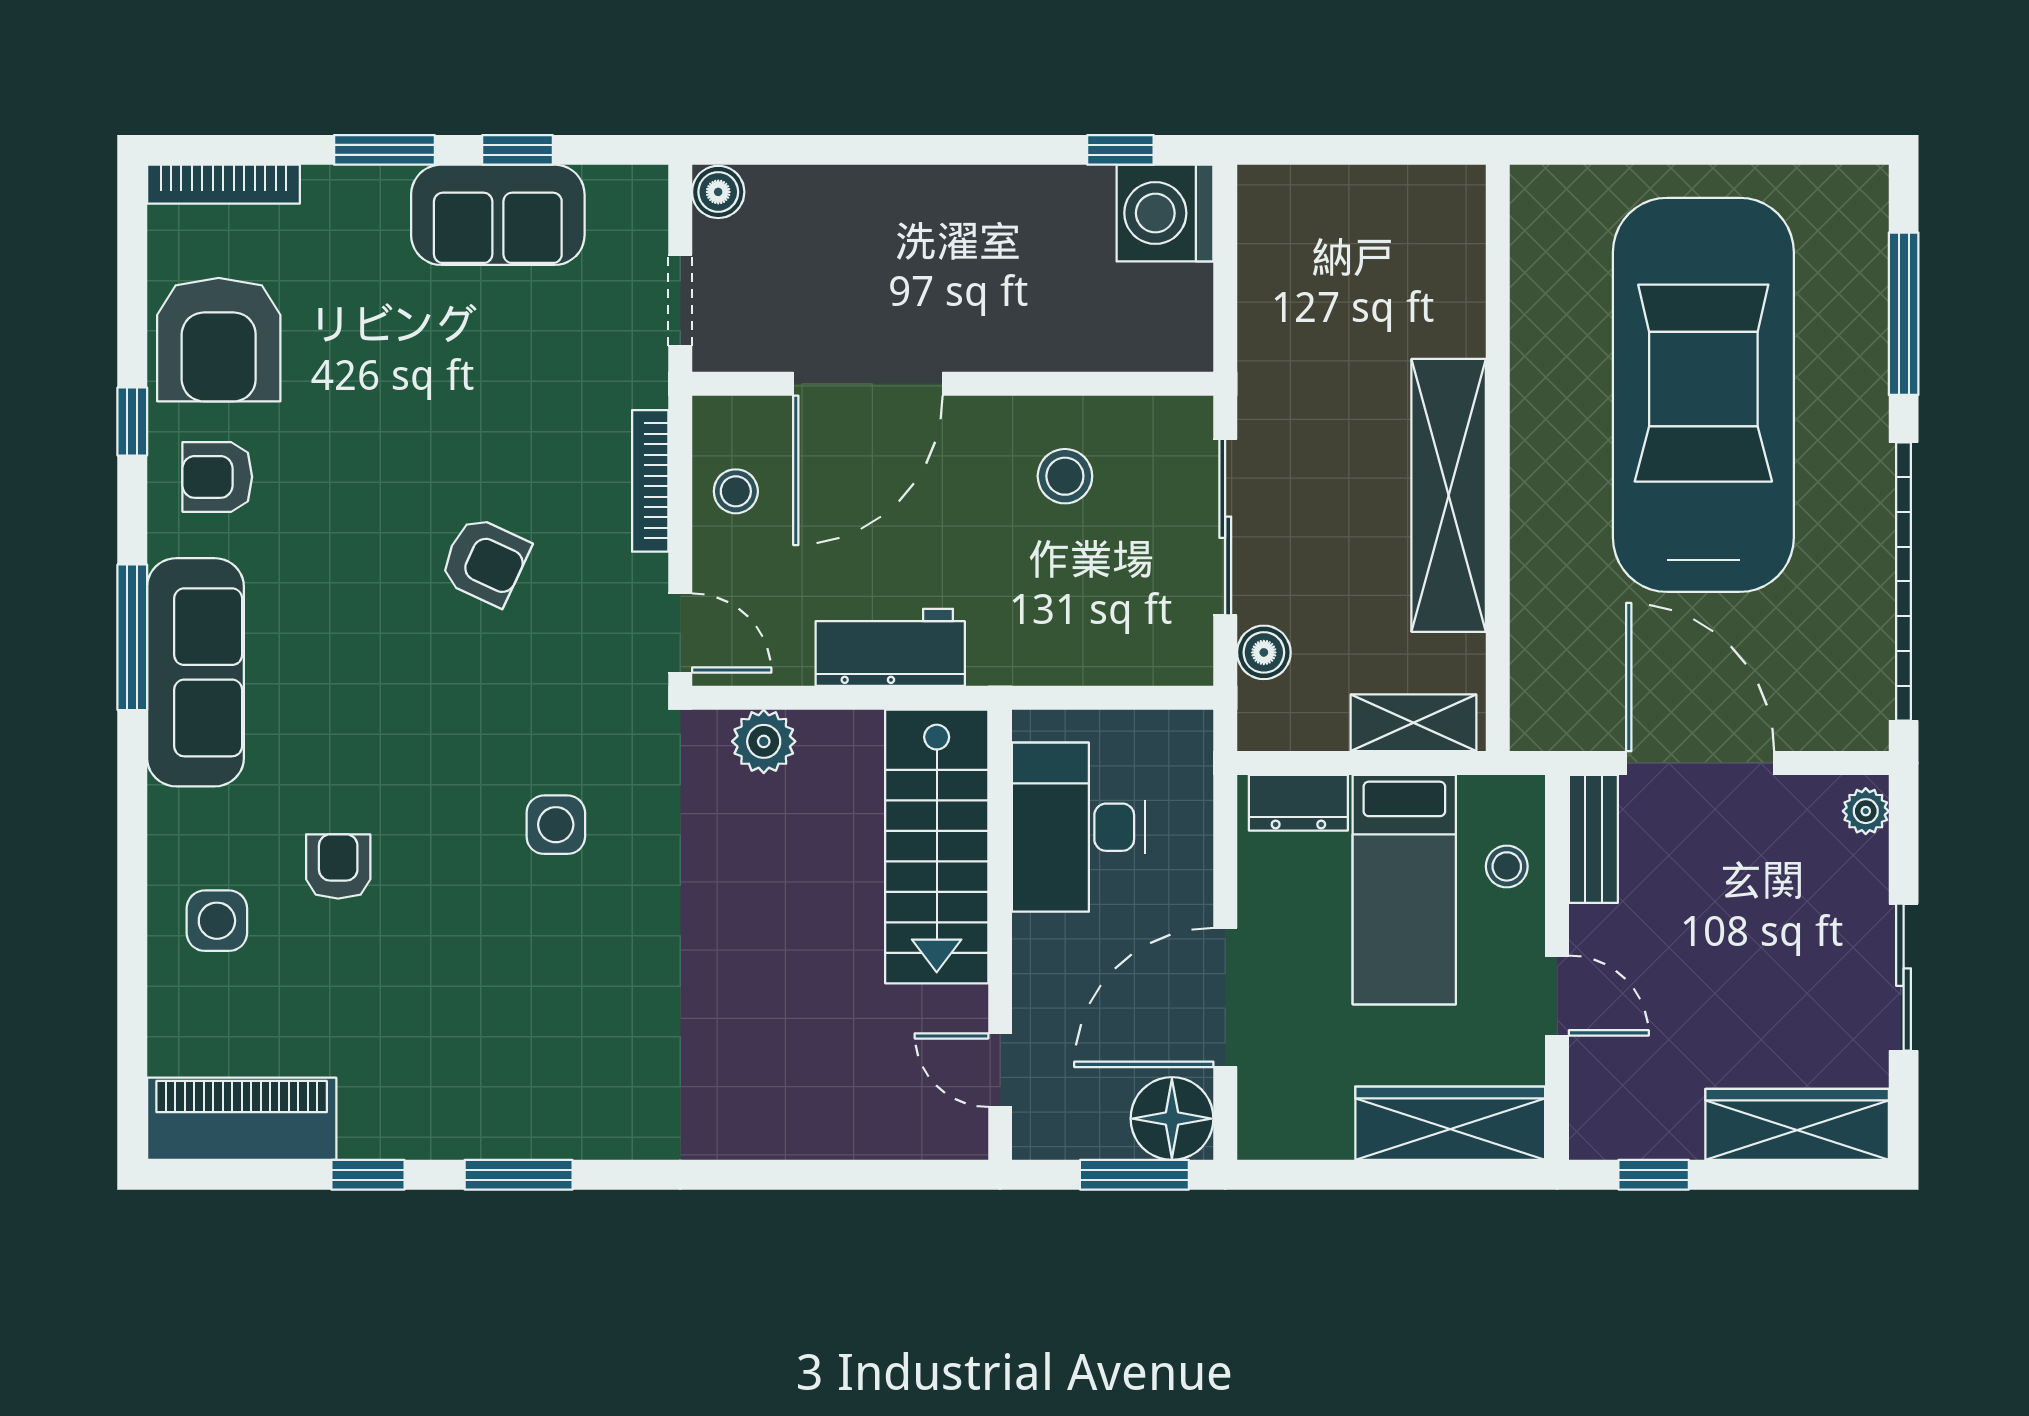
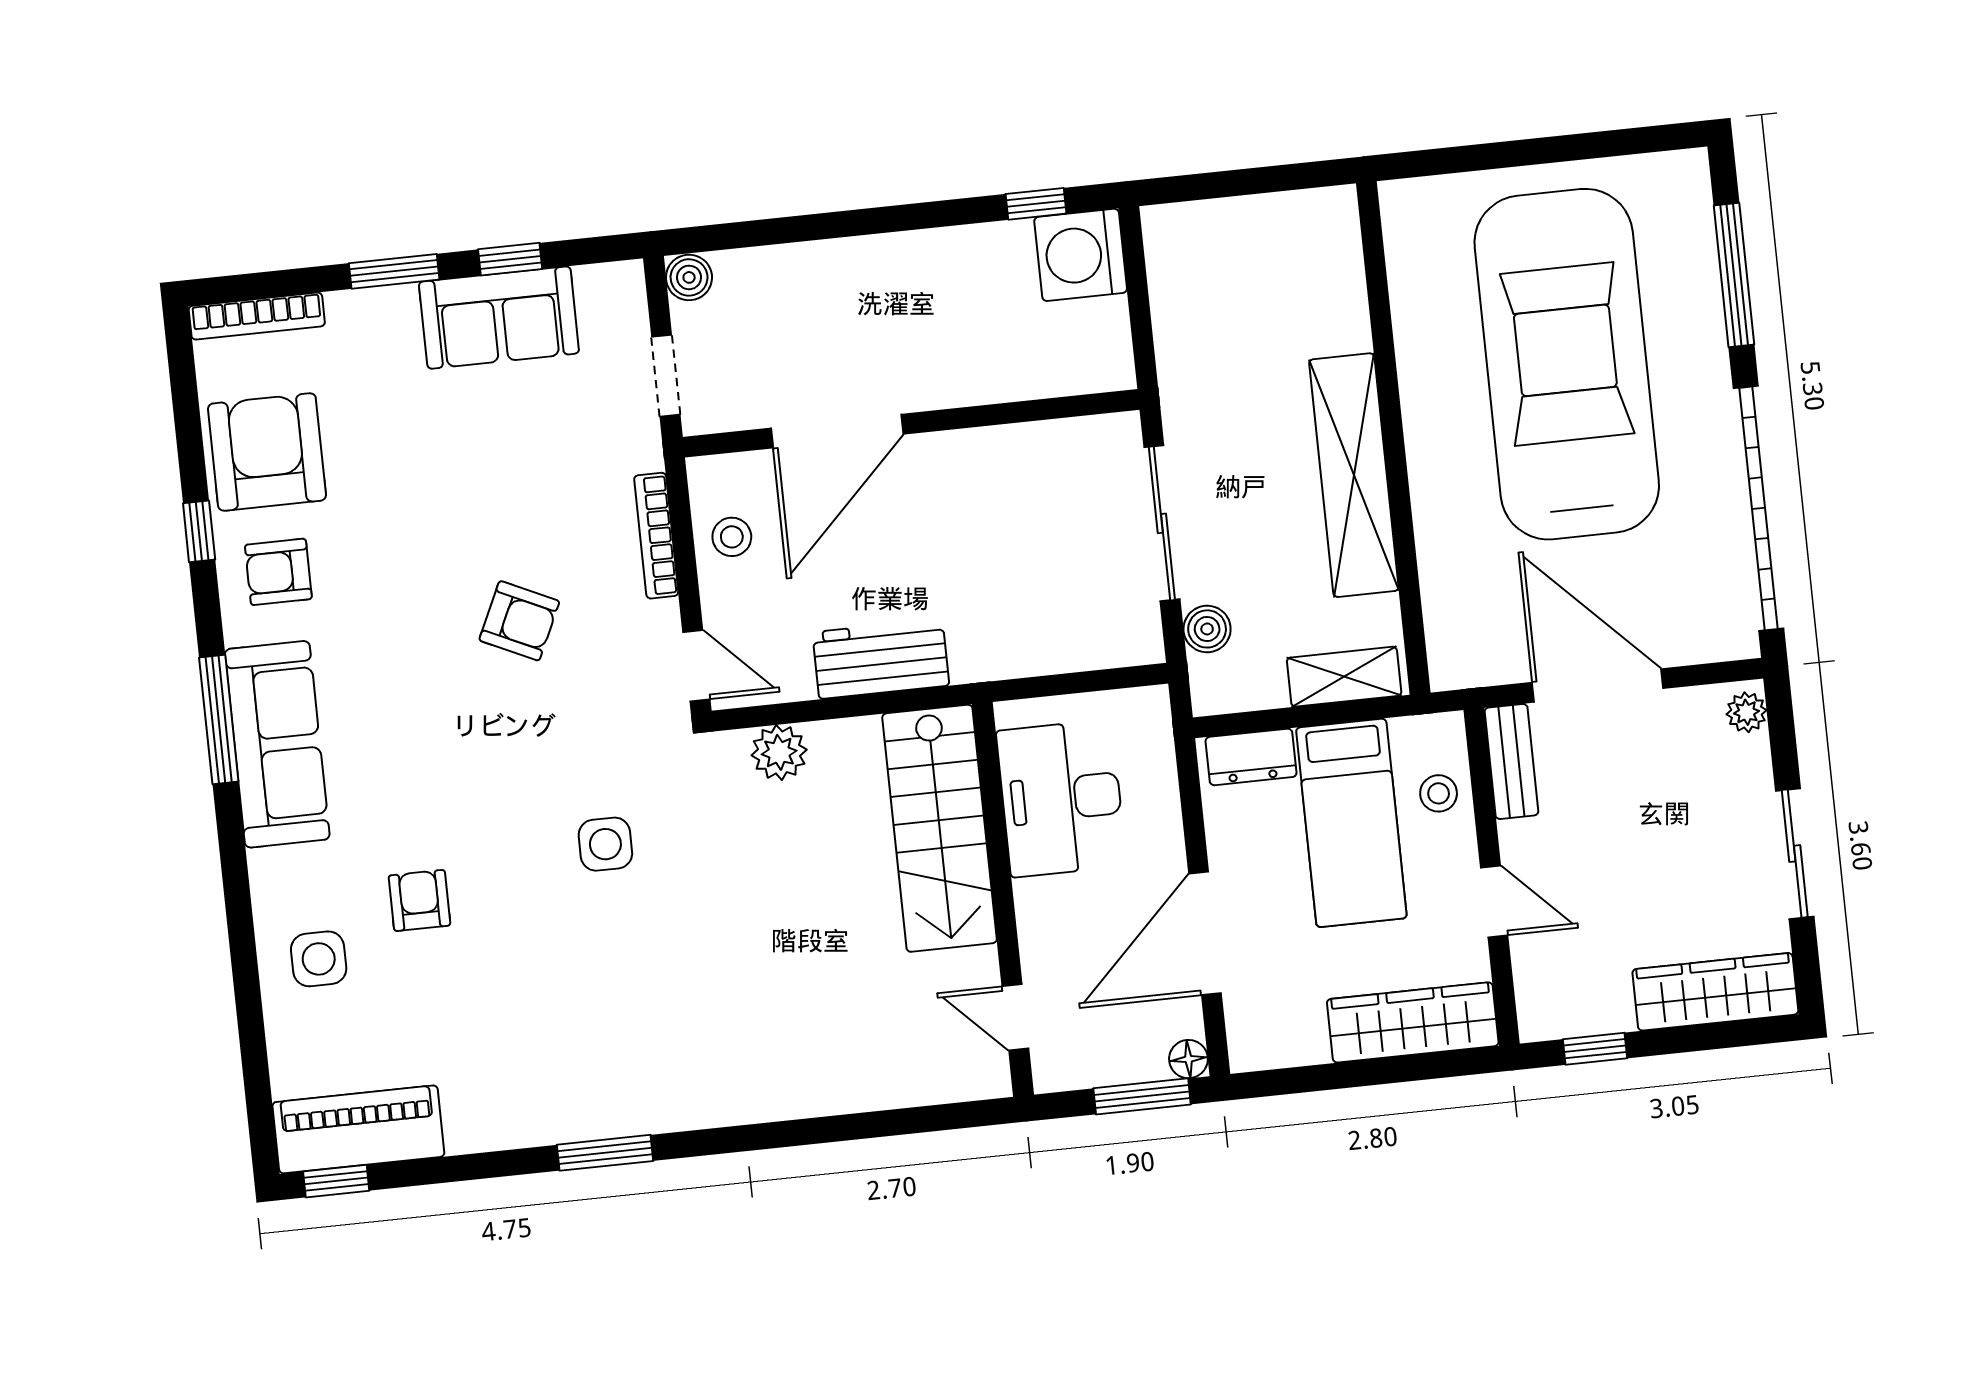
armchair: (219, 340) -> (267, 452), turned 180
stool: (1065, 476) -> (1017, 494), removed
floor lamp: (1172, 1119) -> (1188, 1059), width x0.53, depth x0.53
window: (368, 1175) -> (336, 1181), moved

